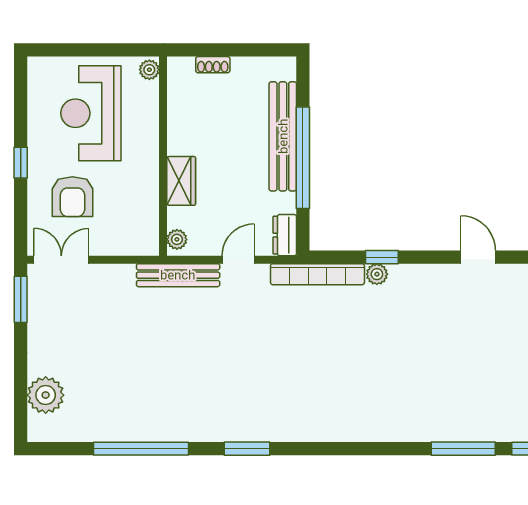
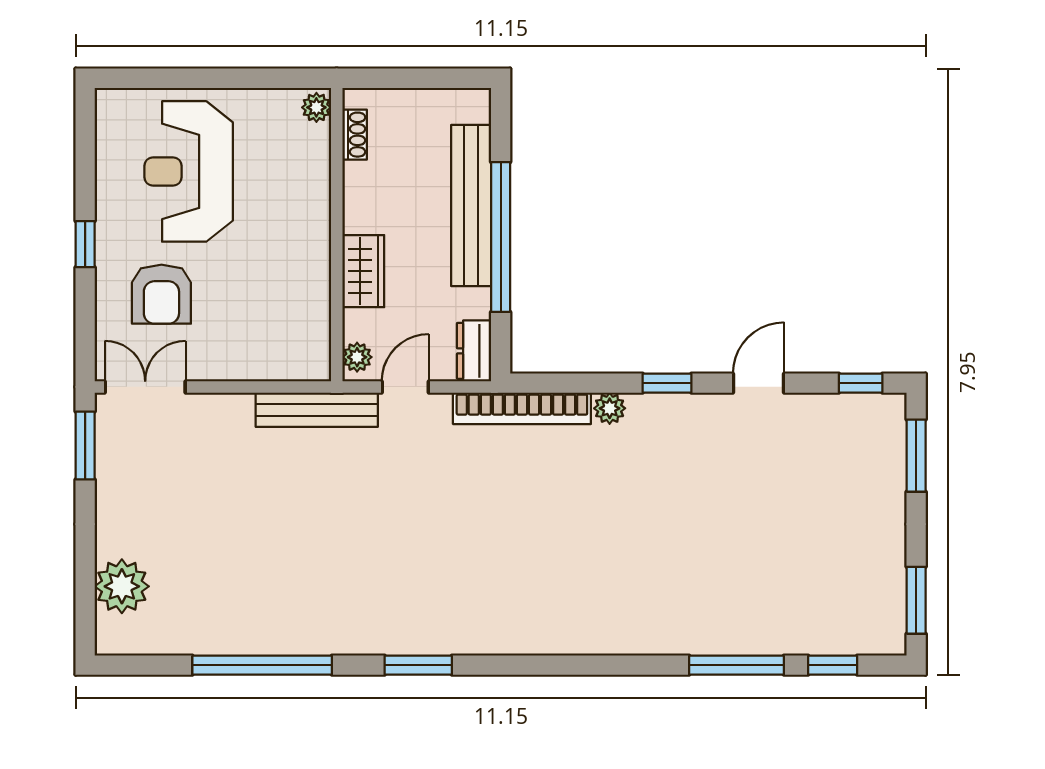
shoe rack: (213, 65) -> (355, 135), moved, turned -90
plant: (149, 70) -> (316, 107), moved
wall: (163, 156) -> (337, 235), moved
wardrobe: (181, 181) -> (363, 271), moved
plant: (177, 239) -> (357, 357), moved
window: (382, 257) -> (667, 383), moved
door: (478, 257) -> (759, 383), hinge flipped

